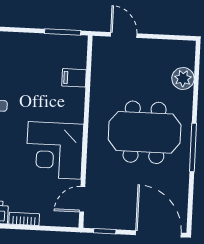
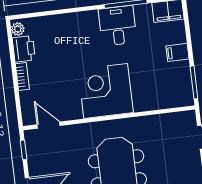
filing cabinet: (74, 78) -> (177, 52), moved, turned -90
corner desk: (55, 150) -> (106, 91), moved

